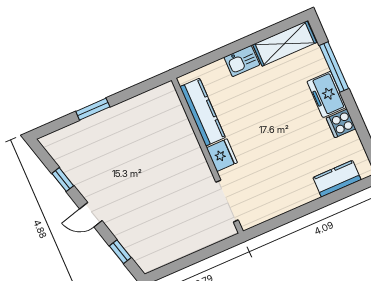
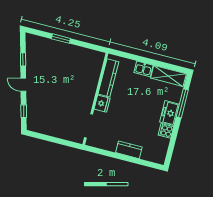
kitchen counter: (337, 179) -> (129, 150), moved

